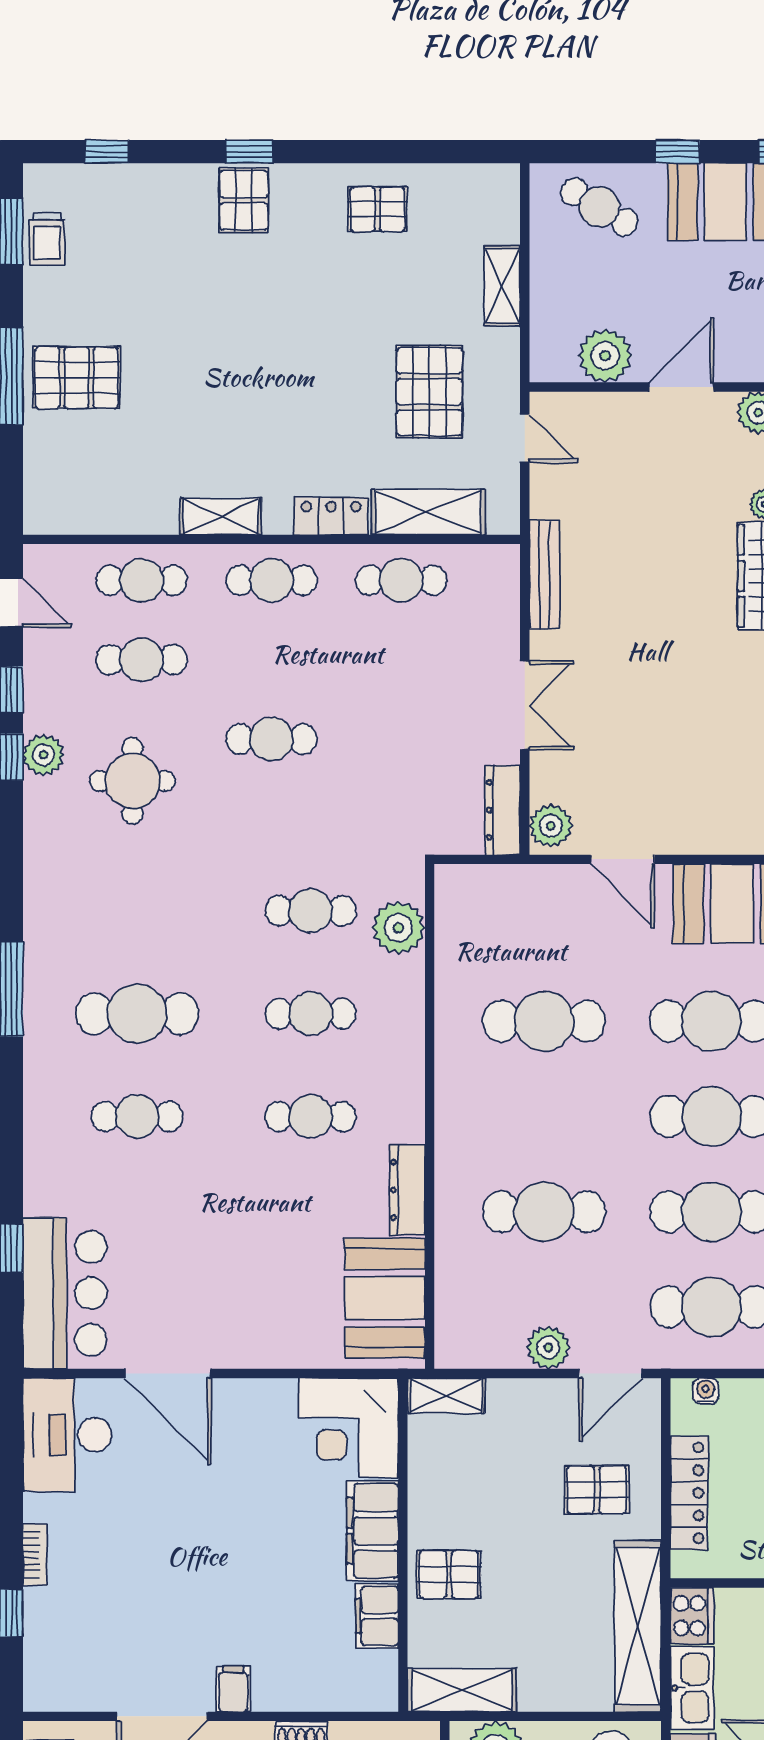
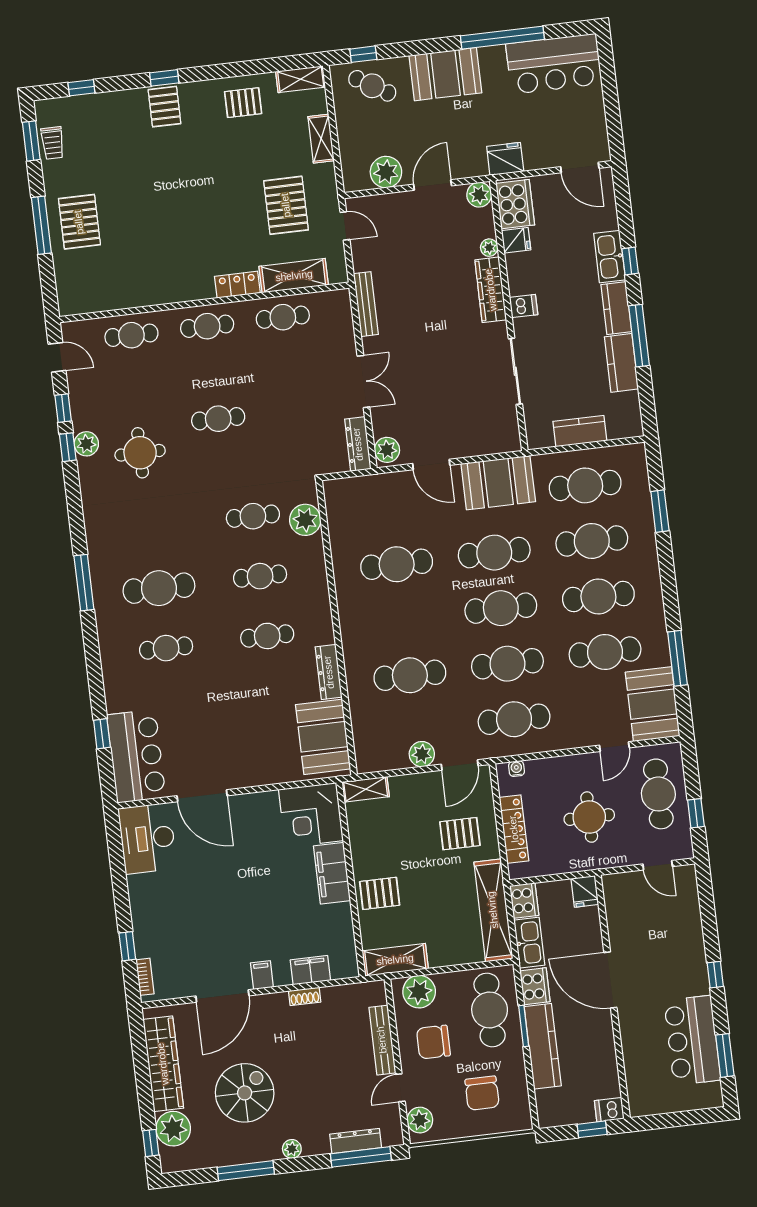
window: (678, 152) -> (363, 54), moved
pallet: (77, 378) -> (79, 222), turned 90
shelving: (221, 516) -> (301, 79), moved
cafe table: (142, 660) -> (137, 381), removed
bookcase: (35, 1555) -> (145, 977), moved
filing cabinet: (377, 1616) -> (310, 970), moved, turned 90

